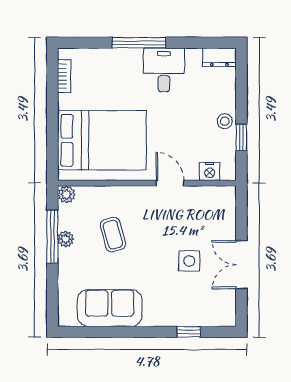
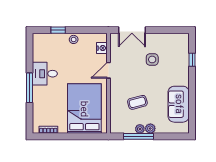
dresser: (219, 57) -> (38, 42), removed
window: (241, 137) -> (58, 30), moved
plant: (66, 194) -> (150, 128), moved
double door: (241, 265) -> (132, 30), moved

